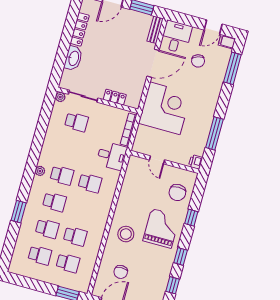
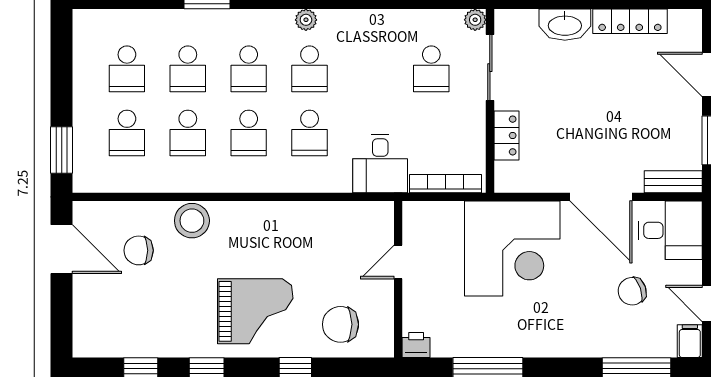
school desk: (83, 210) -> (249, 133), added
stool: (126, 234) -> (192, 221), moved

